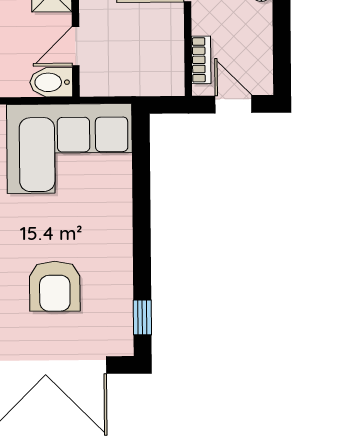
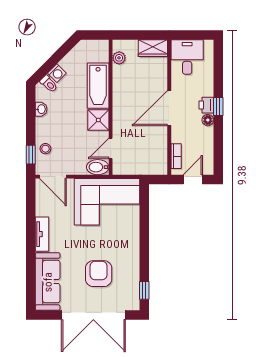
door: (233, 104) -> (193, 179), hinge flipped
armchair: (55, 286) -> (99, 274), turned 180

